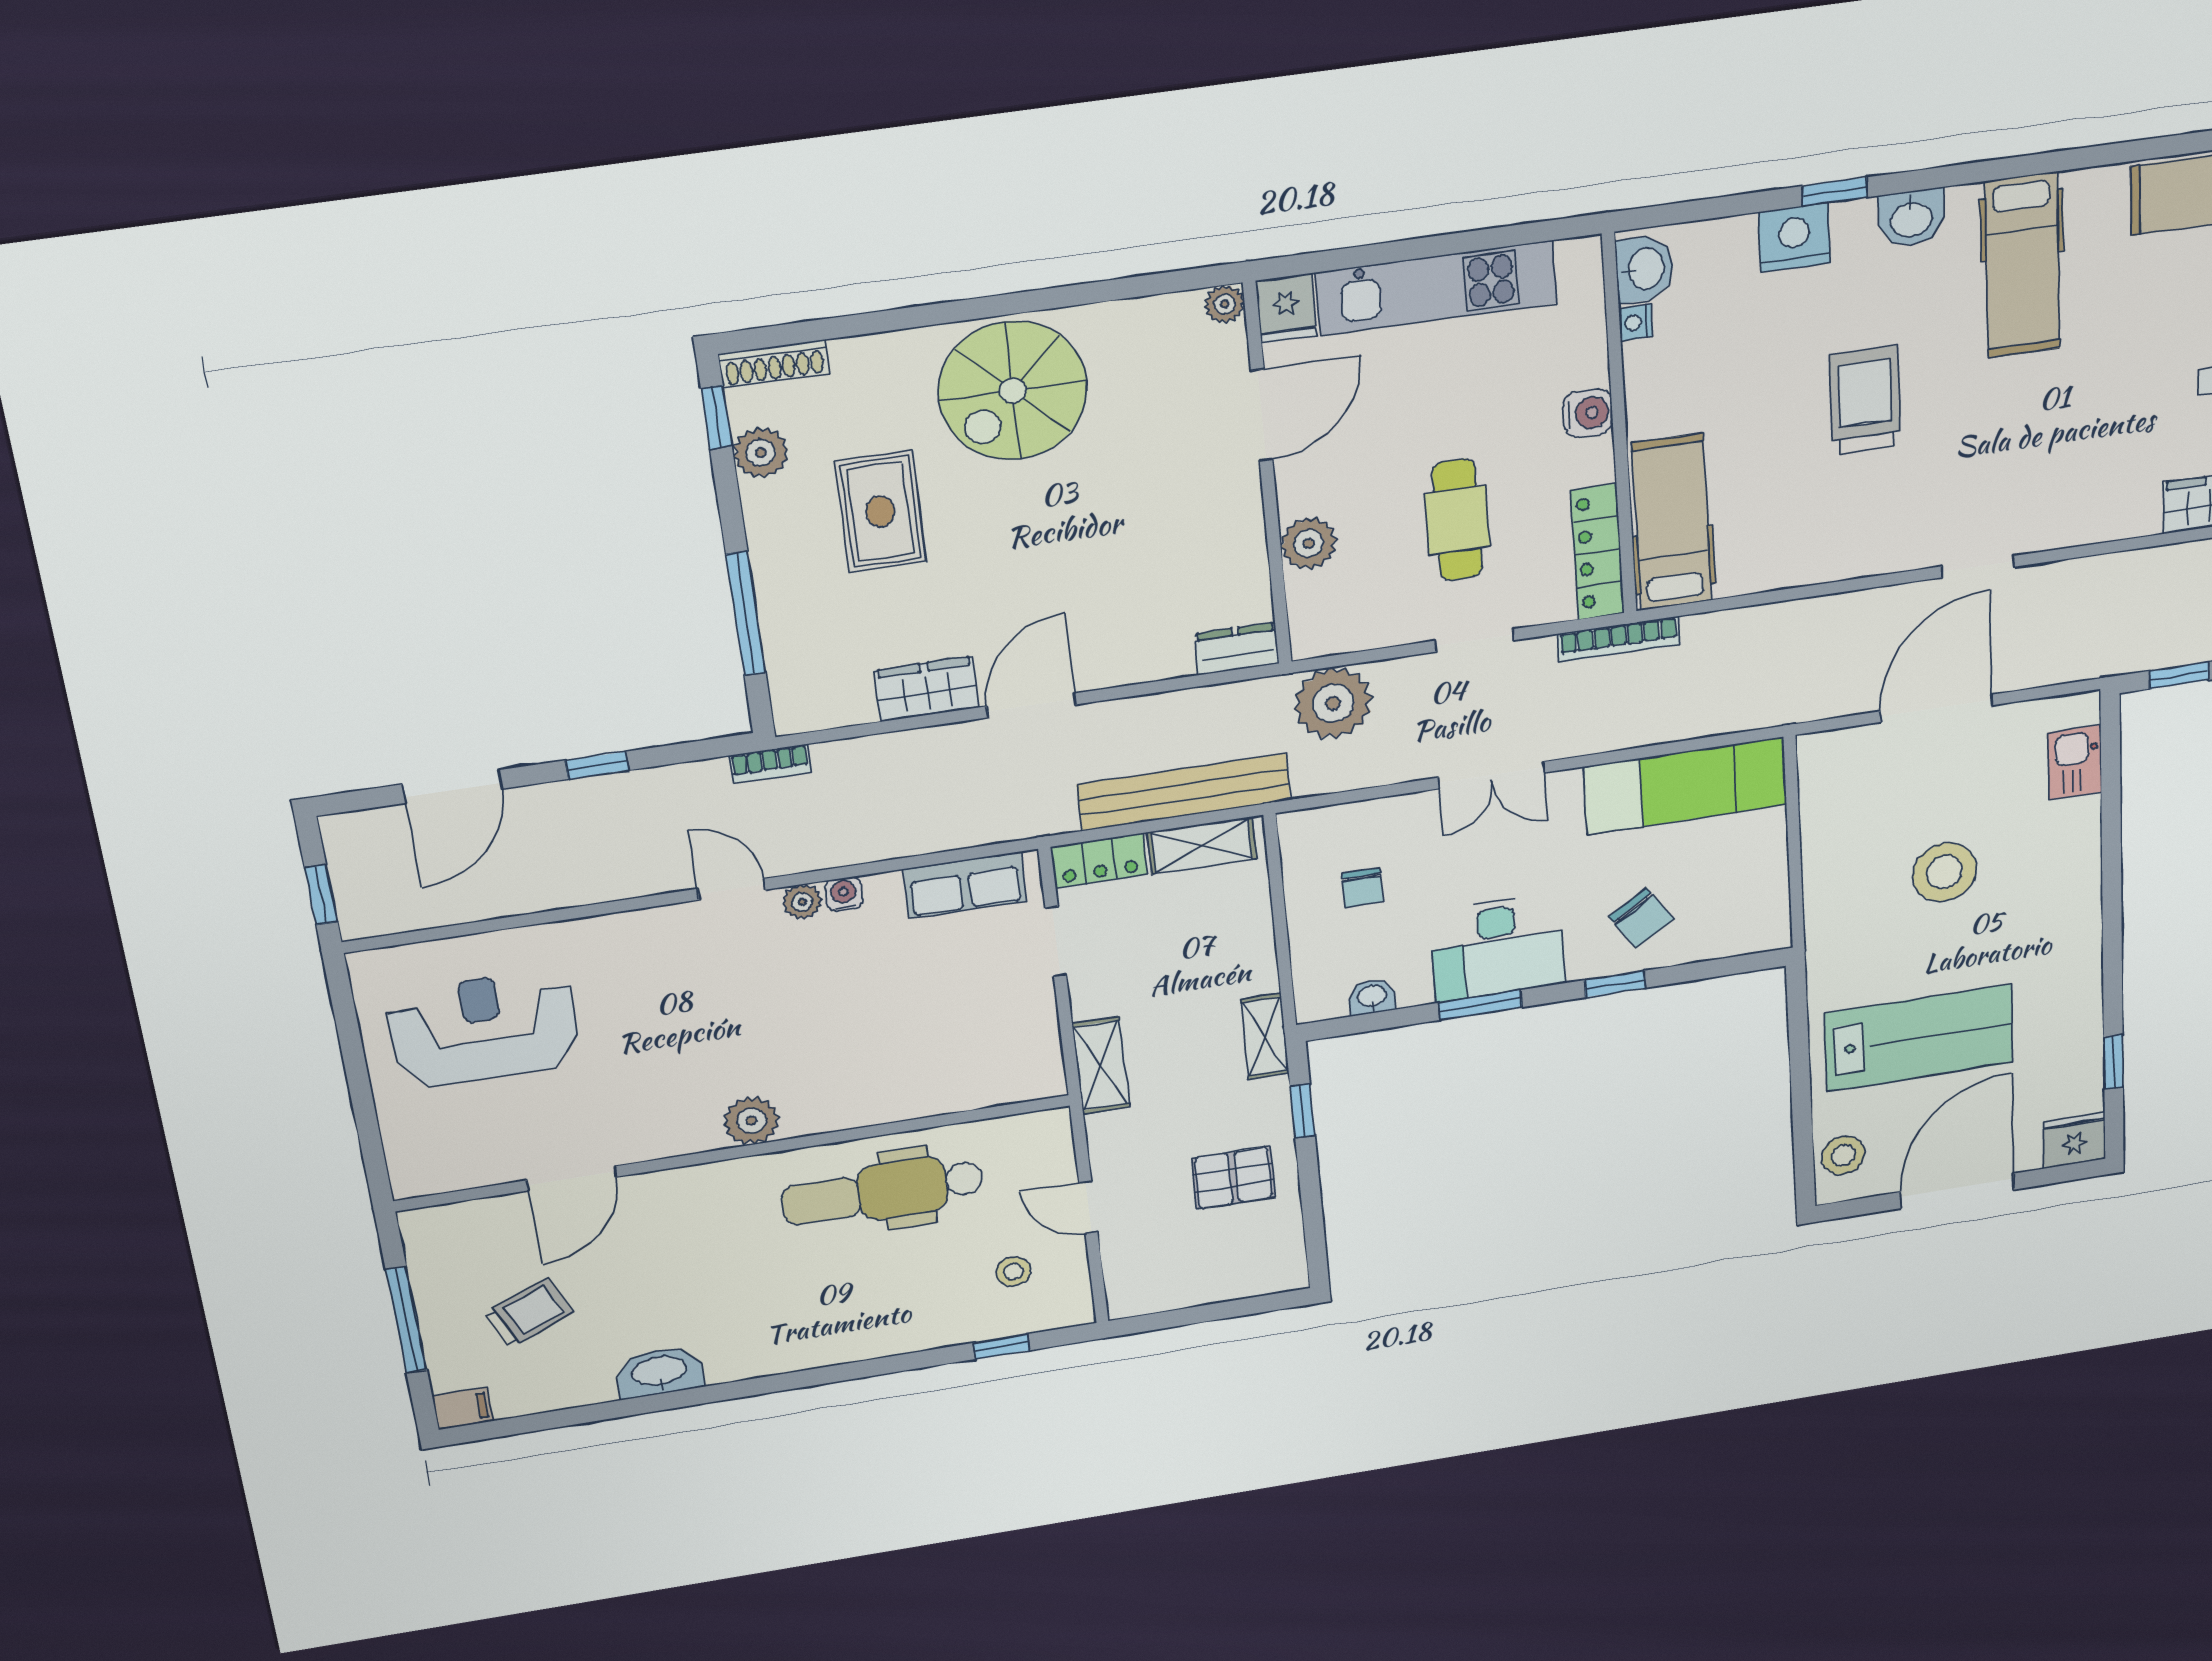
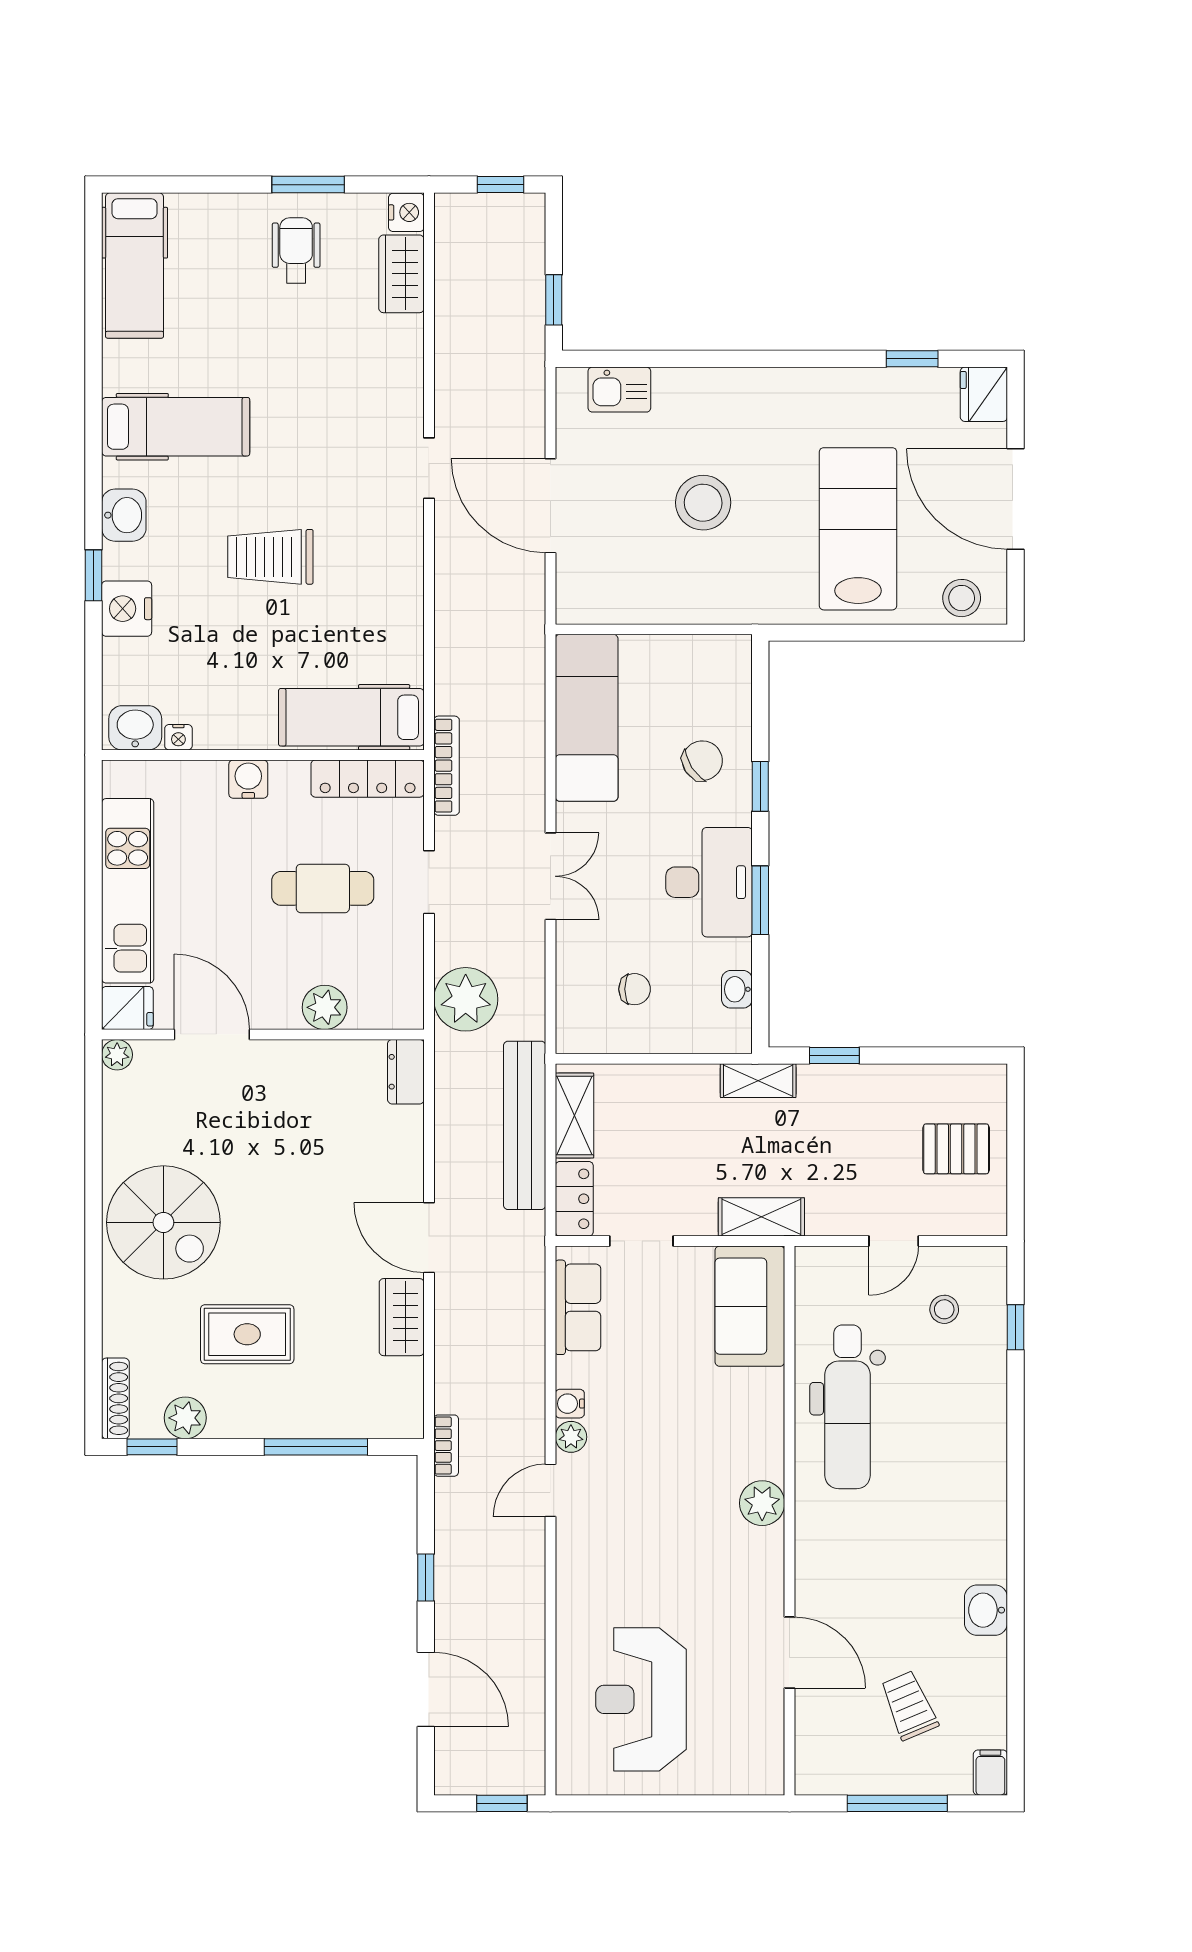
sofa: (991, 1070) -> (750, 1306), added
pallet: (1233, 1178) -> (956, 1149), moved, turned 90
washbasin: (659, 1372) -> (986, 1610), width x0.72

